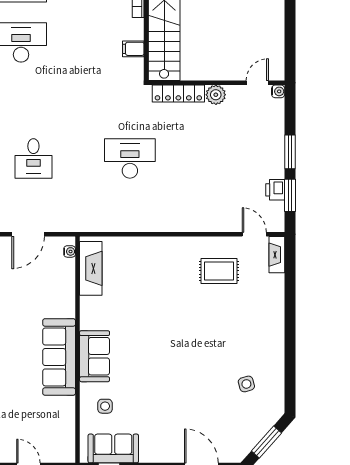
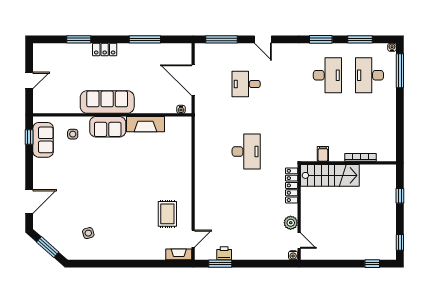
plant: (216, 95) -> (291, 223), moved
window: (290, 152) -> (251, 264), removed
door: (28, 234) -> (193, 80), width x1.36
fireplace: (91, 268) -> (145, 124), moved

